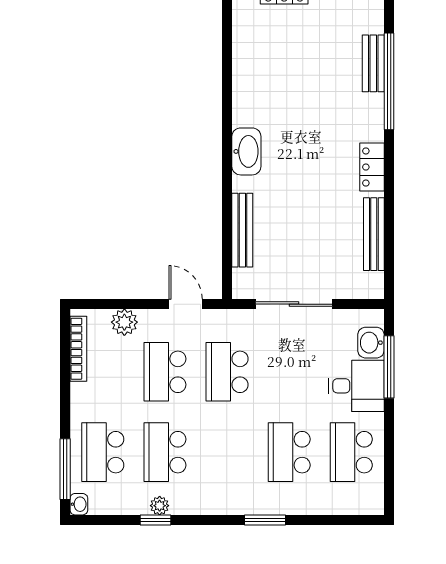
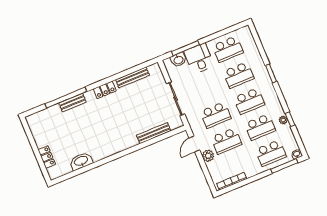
bench: (373, 63) -> (73, 103), moved
washbasin: (246, 151) -> (81, 161), moved
plant: (124, 322) -> (208, 156), moved
school desk: (227, 452) -> (249, 101), added

